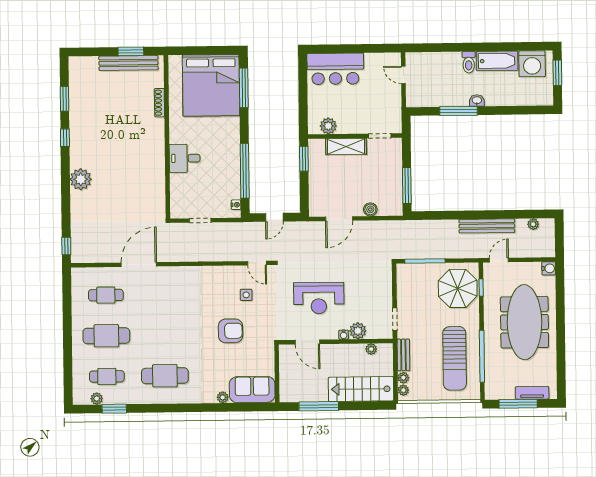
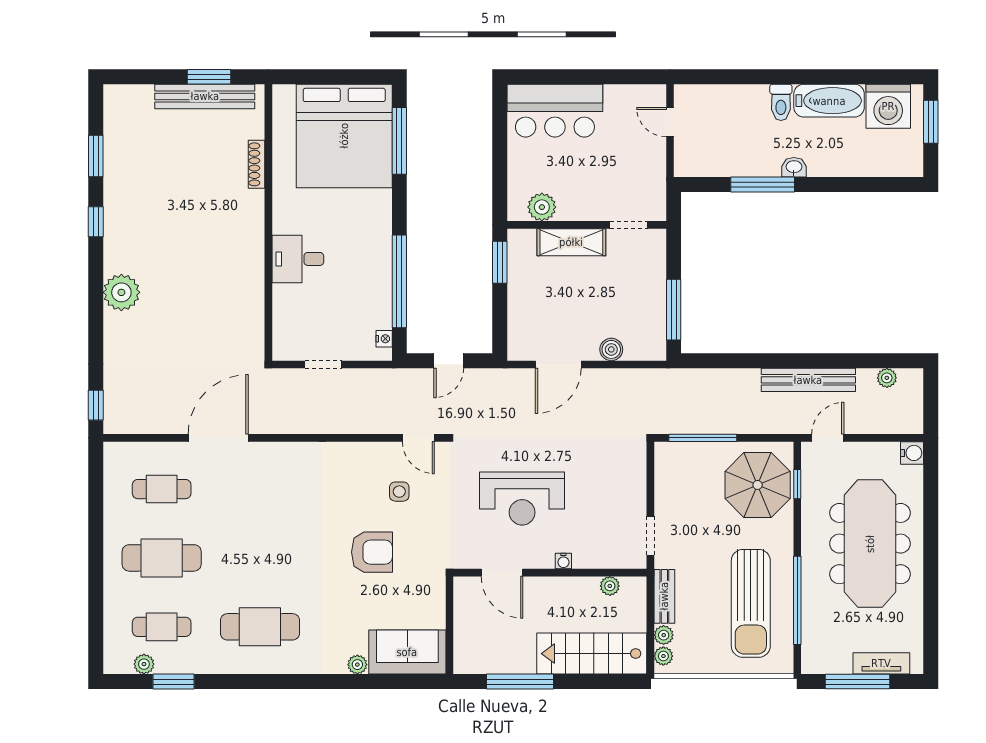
plant: (358, 331) -> (588, 555), removed

